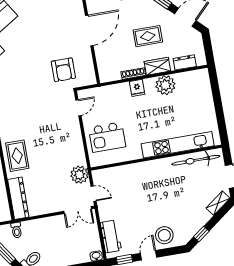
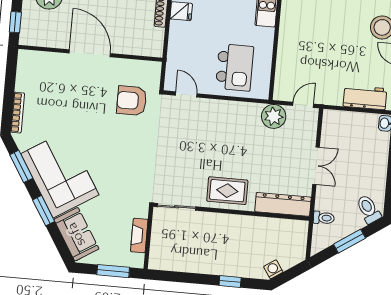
armchair: (63, 70) -> (132, 101), turned 180
double door: (78, 210) -> (316, 166), moved

